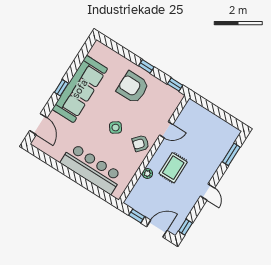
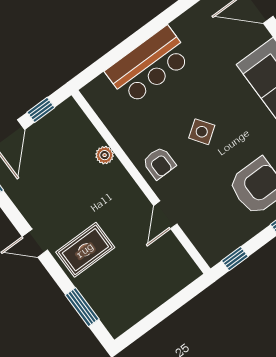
armchair: (141, 143) -> (159, 163), turned 139
rug: (173, 168) -> (85, 250), moved, turned 90
bar counter: (92, 169) -> (149, 65), width x0.73

